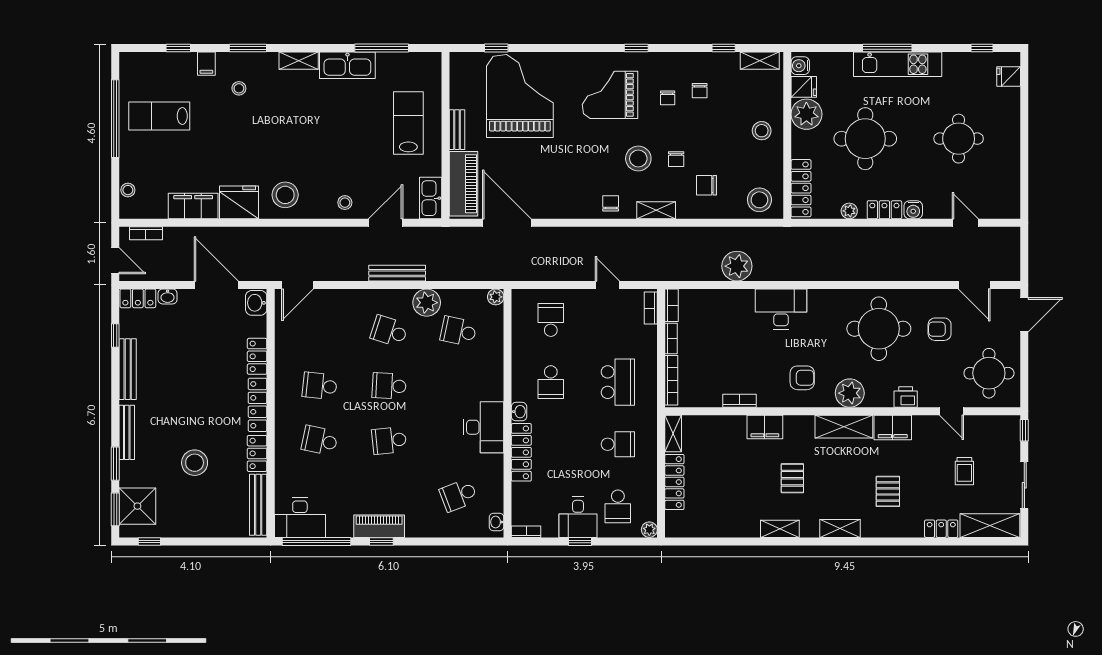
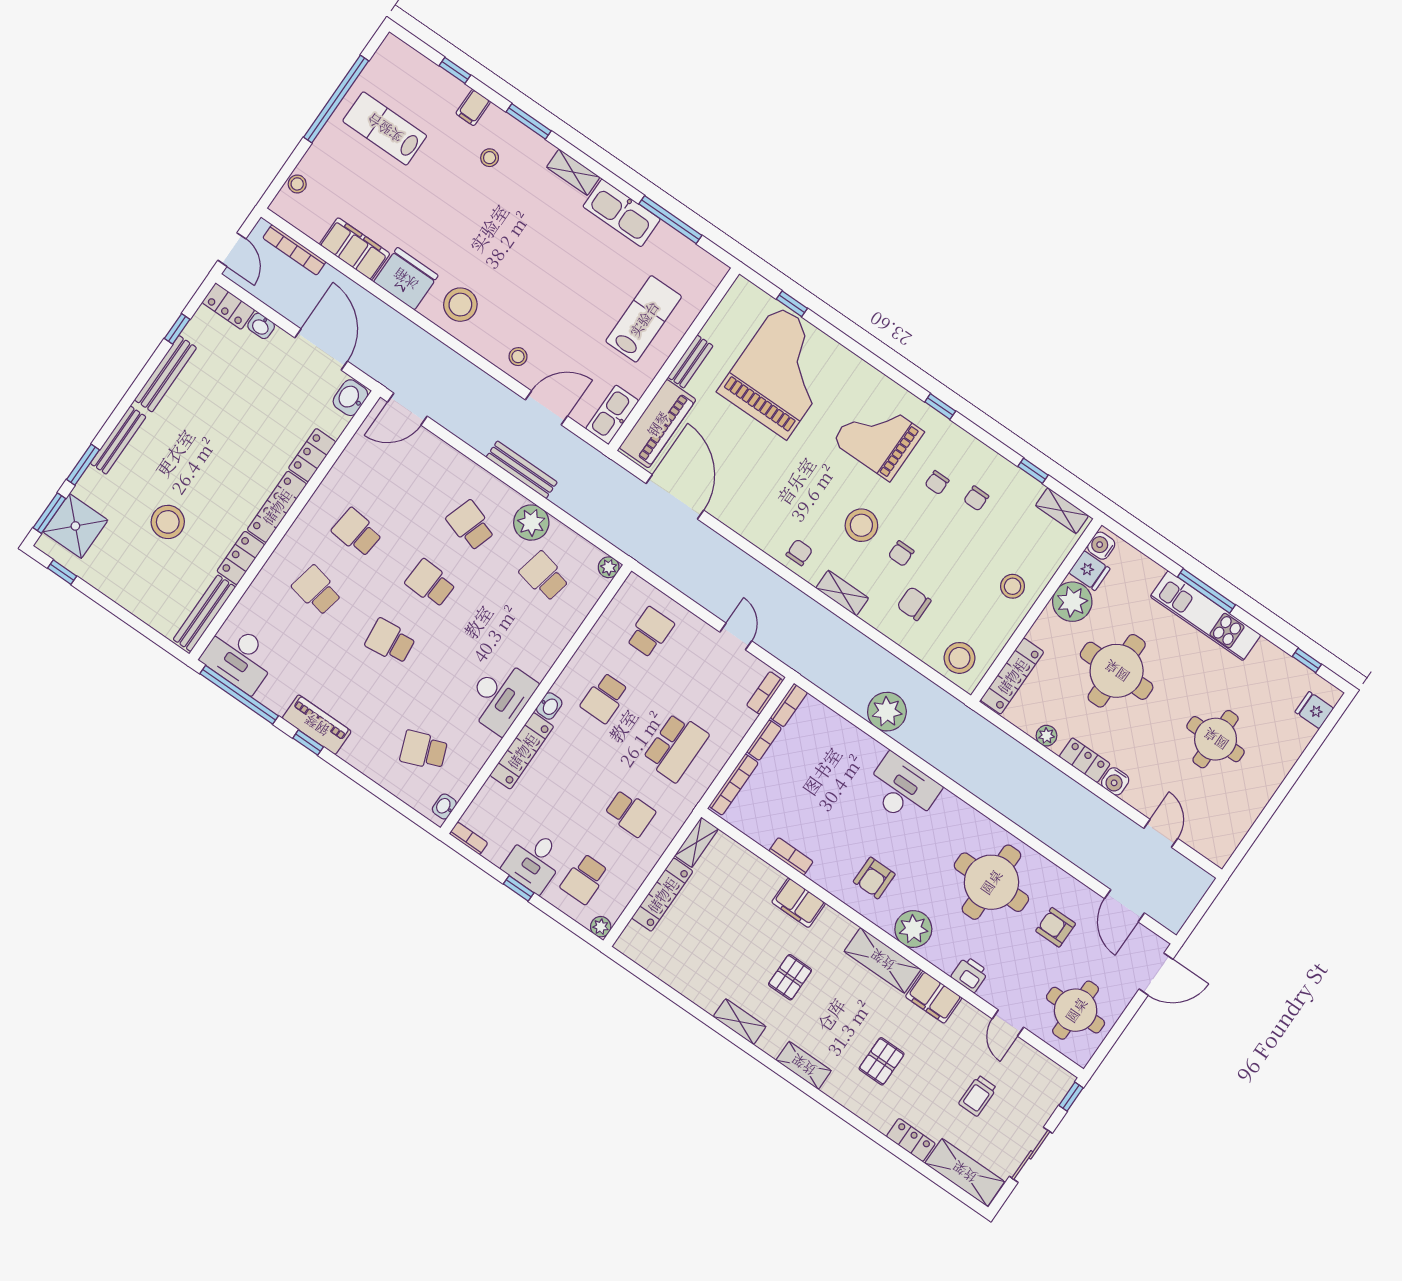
bookcase: (146, 233) -> (294, 250), width x1.56
armchair: (802, 378) -> (874, 878), turned 90

